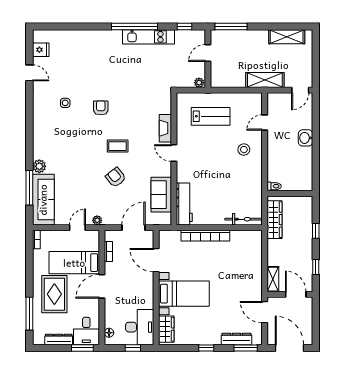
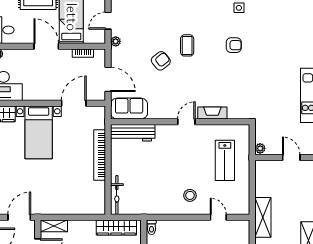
coffee table: (118, 146) -> (187, 45), moved
sofa: (161, 195) -> (129, 109), moved
door: (77, 228) -> (108, 21), swing flipped

